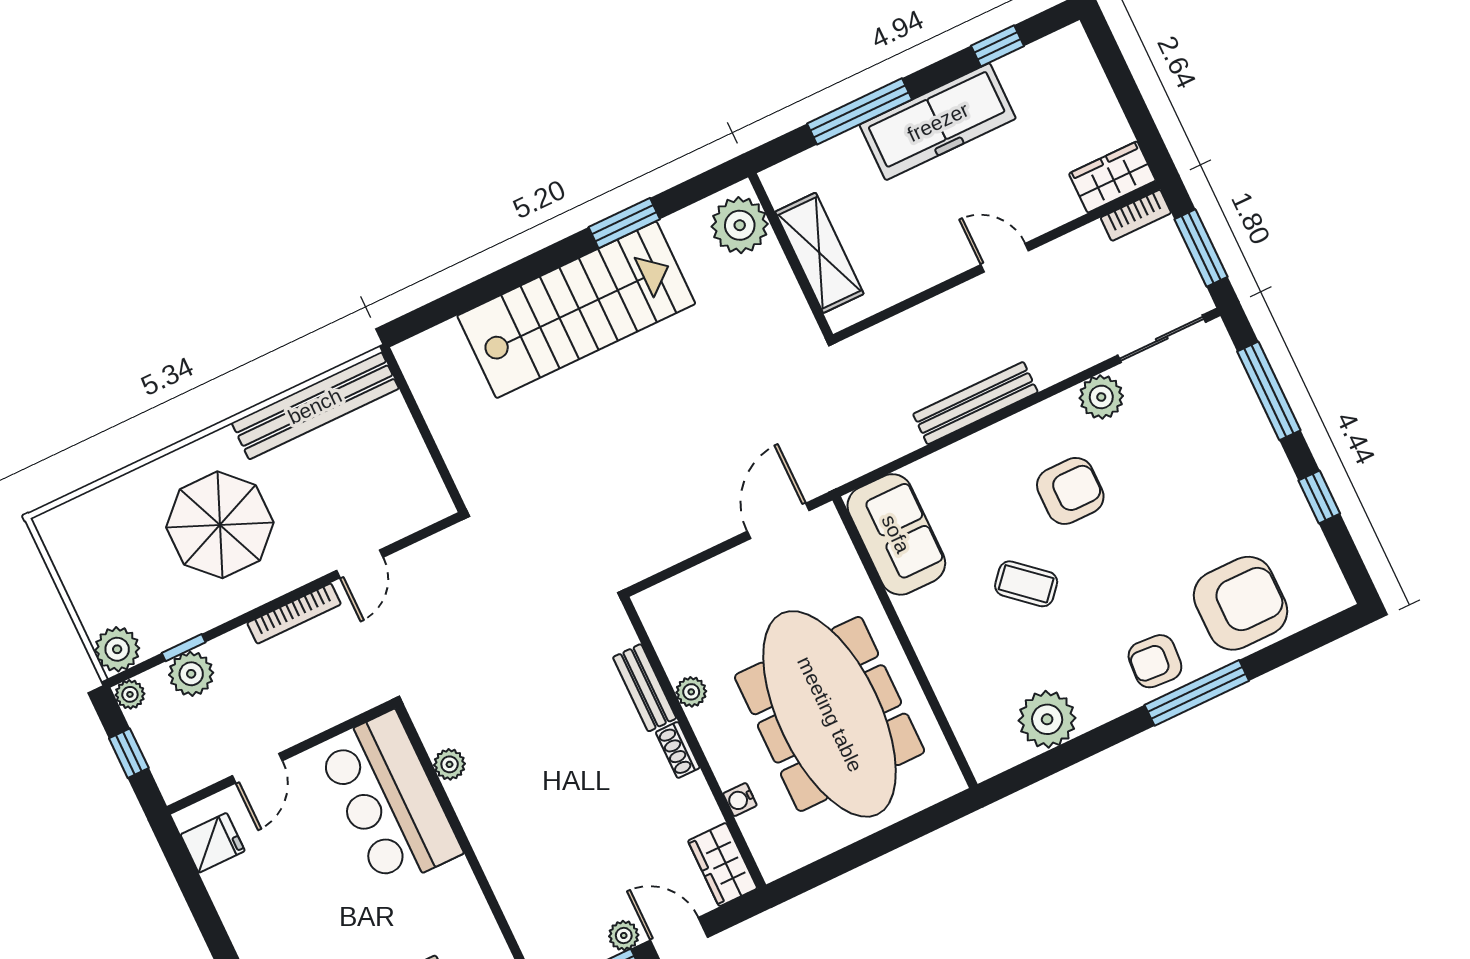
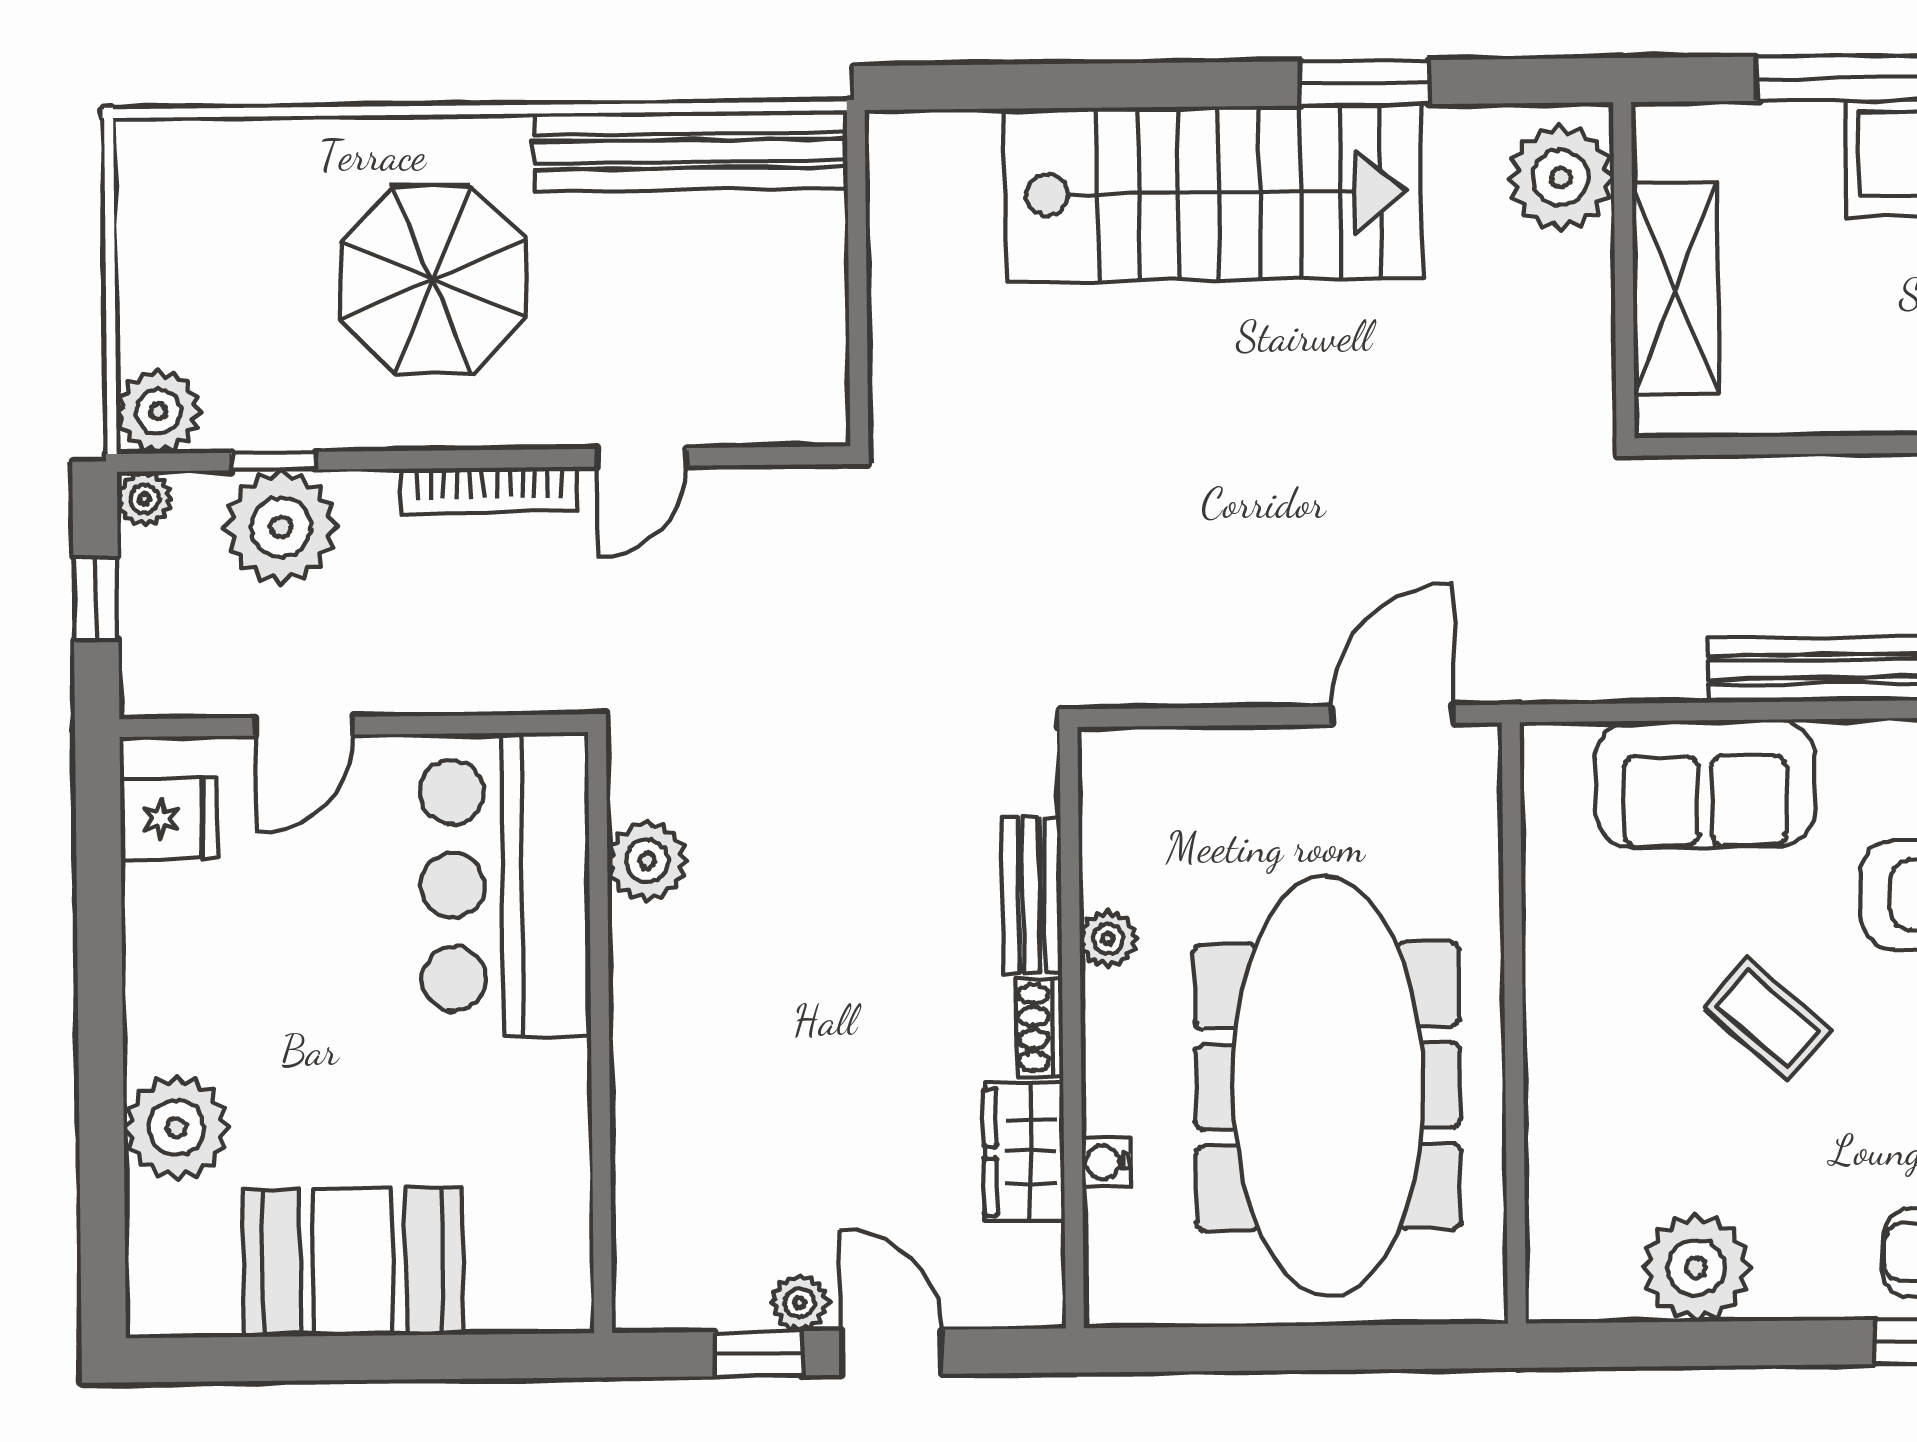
sofa: (896, 534) -> (1705, 784), moved, turned 90
plant: (191, 674) -> (281, 527), width x1.36, depth x1.36
plant: (450, 764) -> (647, 861), width x1.38, depth x1.38
wardrobe: (723, 865) -> (1024, 1152), moved

